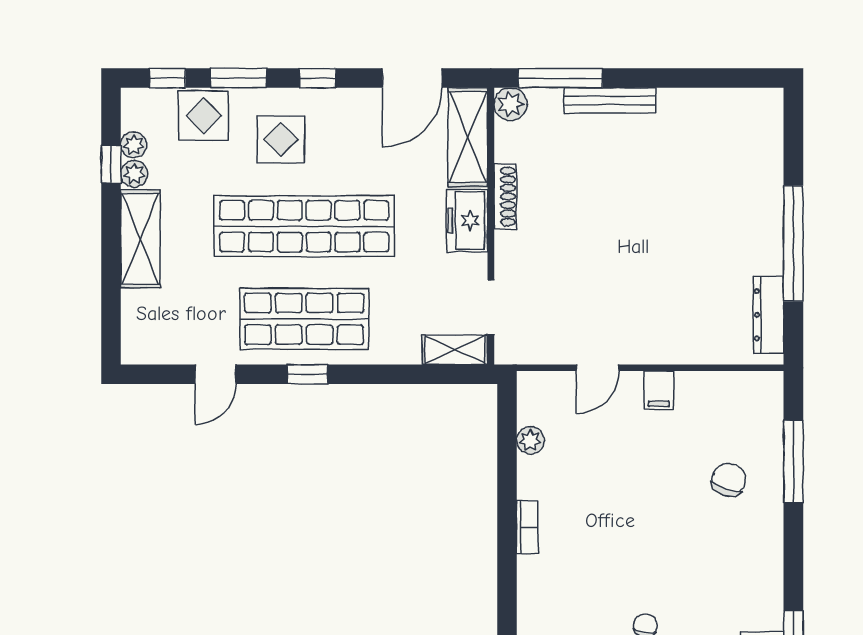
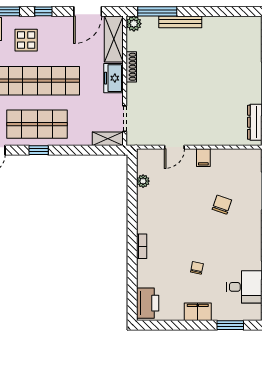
chair: (729, 480) -> (222, 205), moved
bookcase: (527, 527) -> (142, 246), moved

